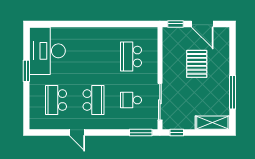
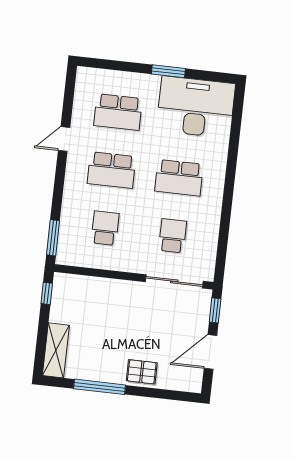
school desk: (93, 56) -> (179, 178), added
school desk: (131, 56) -> (173, 236), width x0.54
pallet: (197, 64) -> (142, 372), moved, width x0.67, depth x0.71
school desk: (56, 100) -> (118, 112), turned 180
sliding door: (160, 102) -> (174, 281), moved

